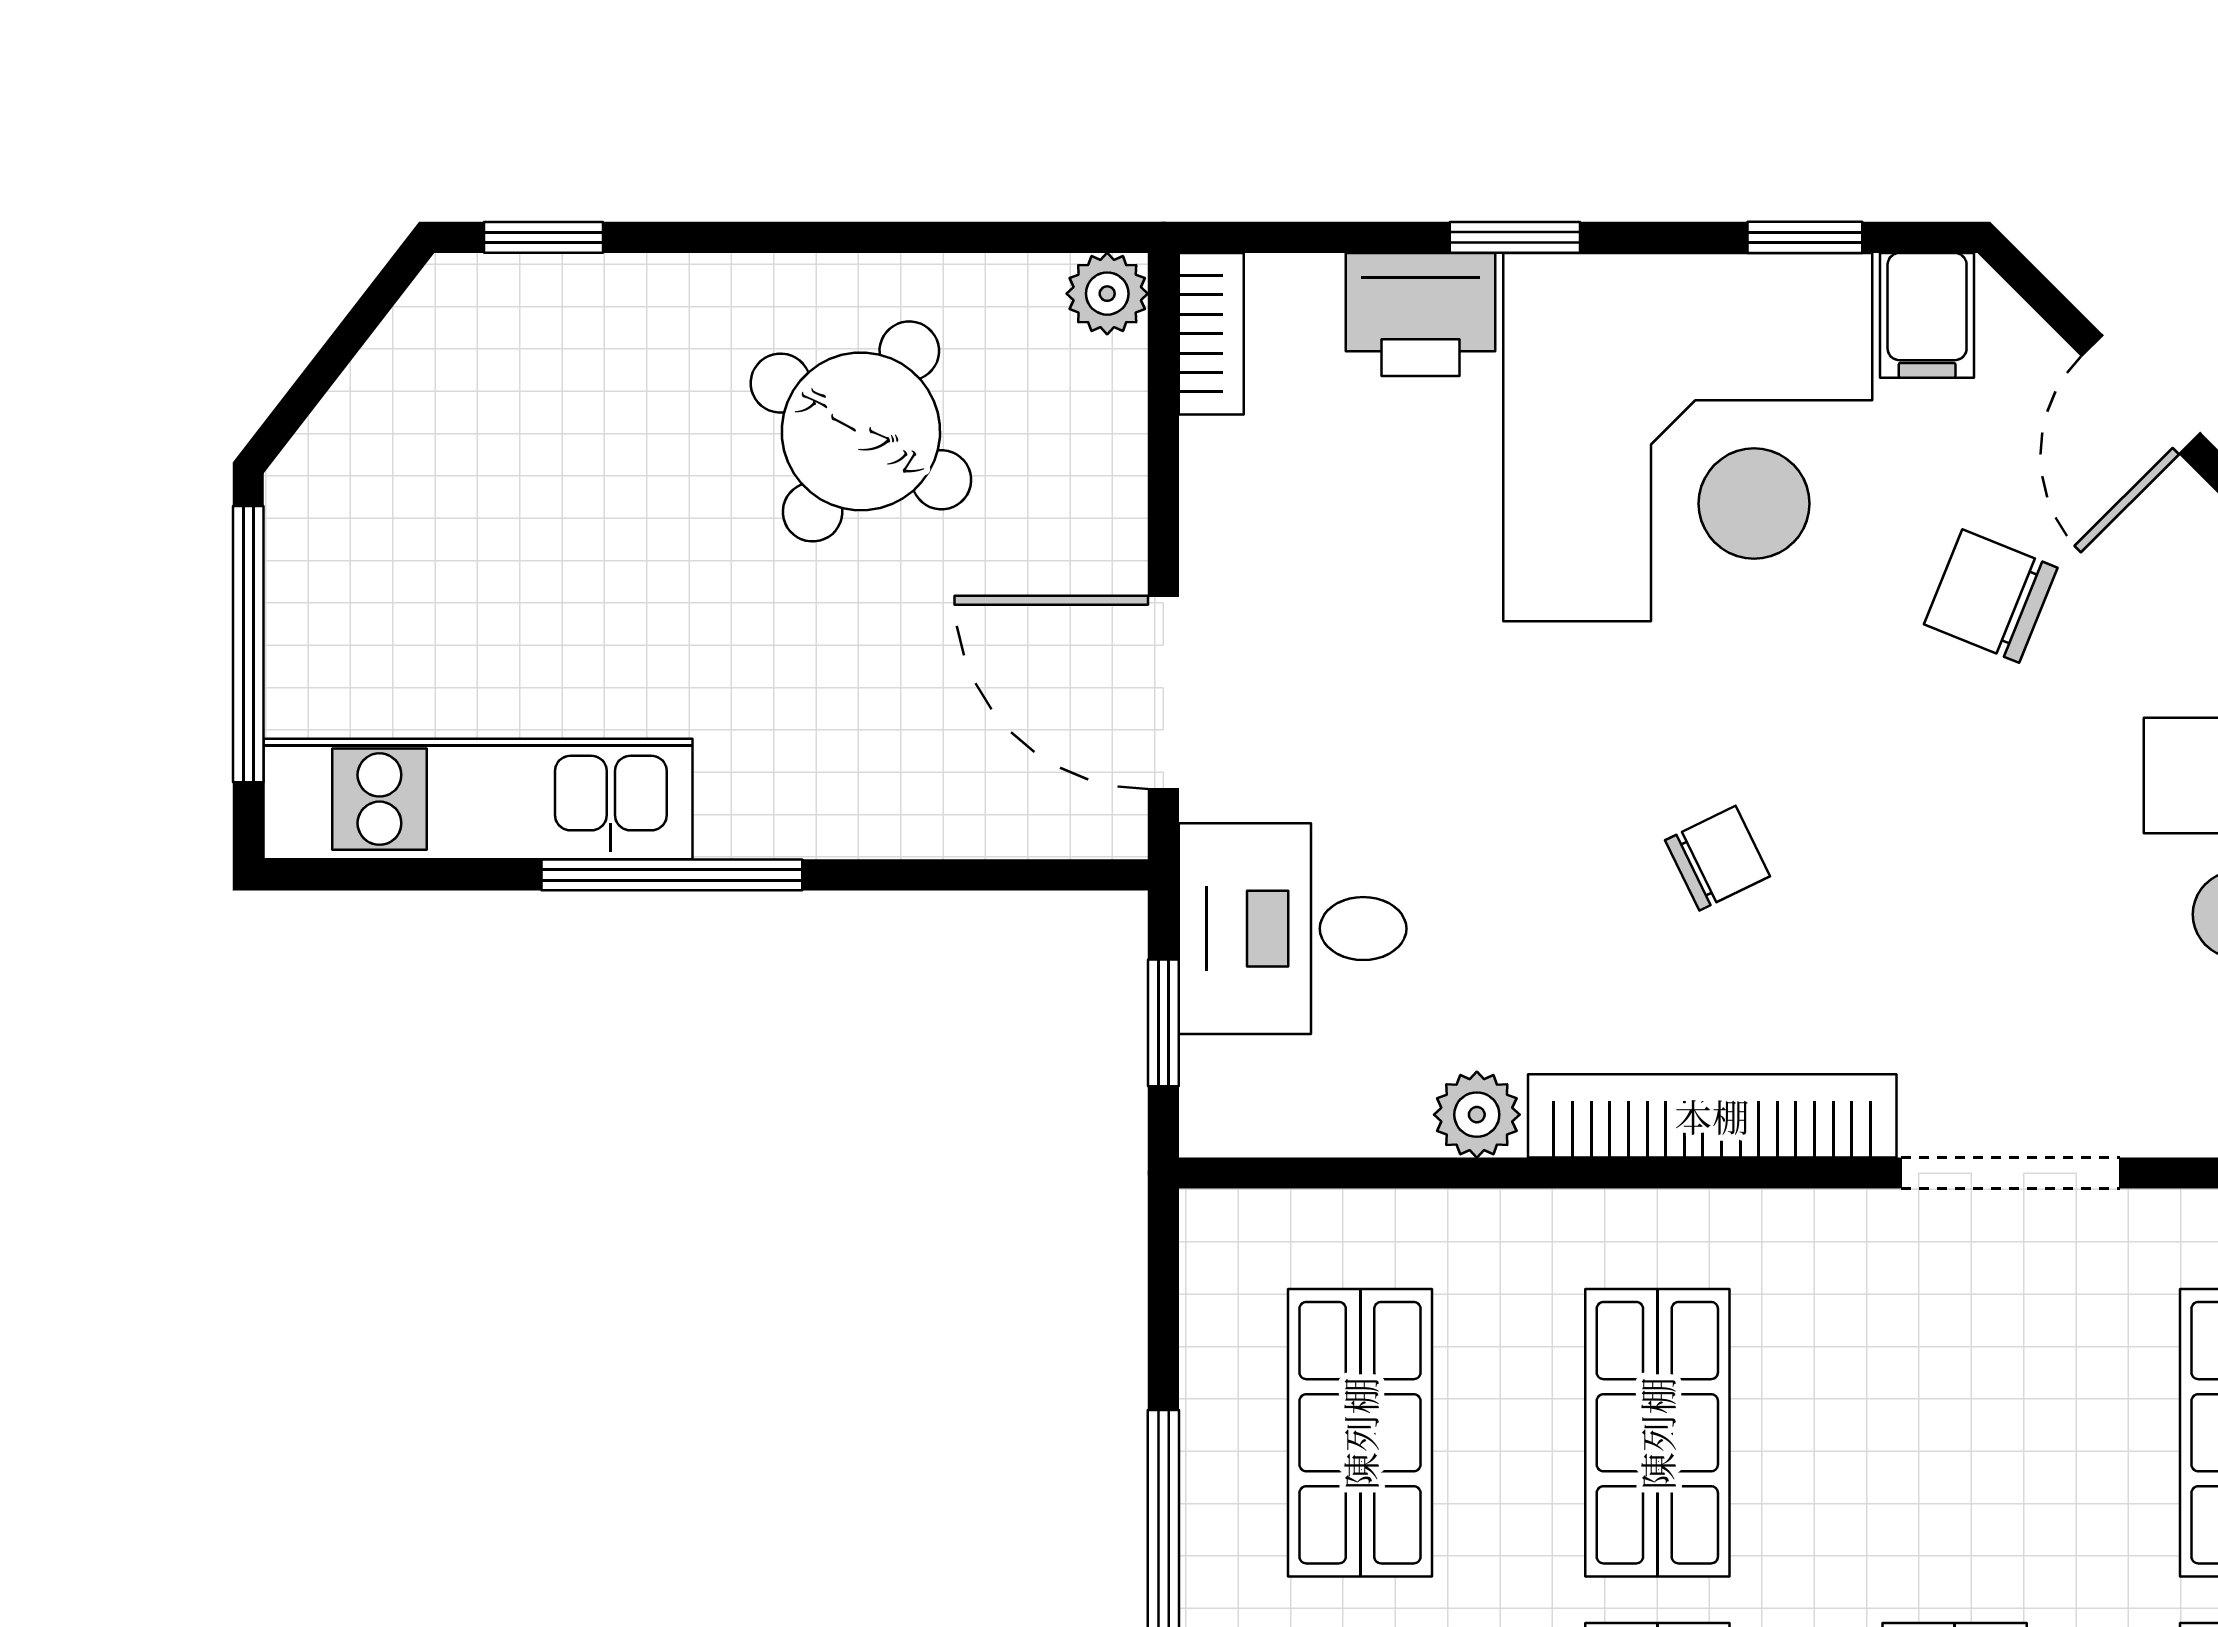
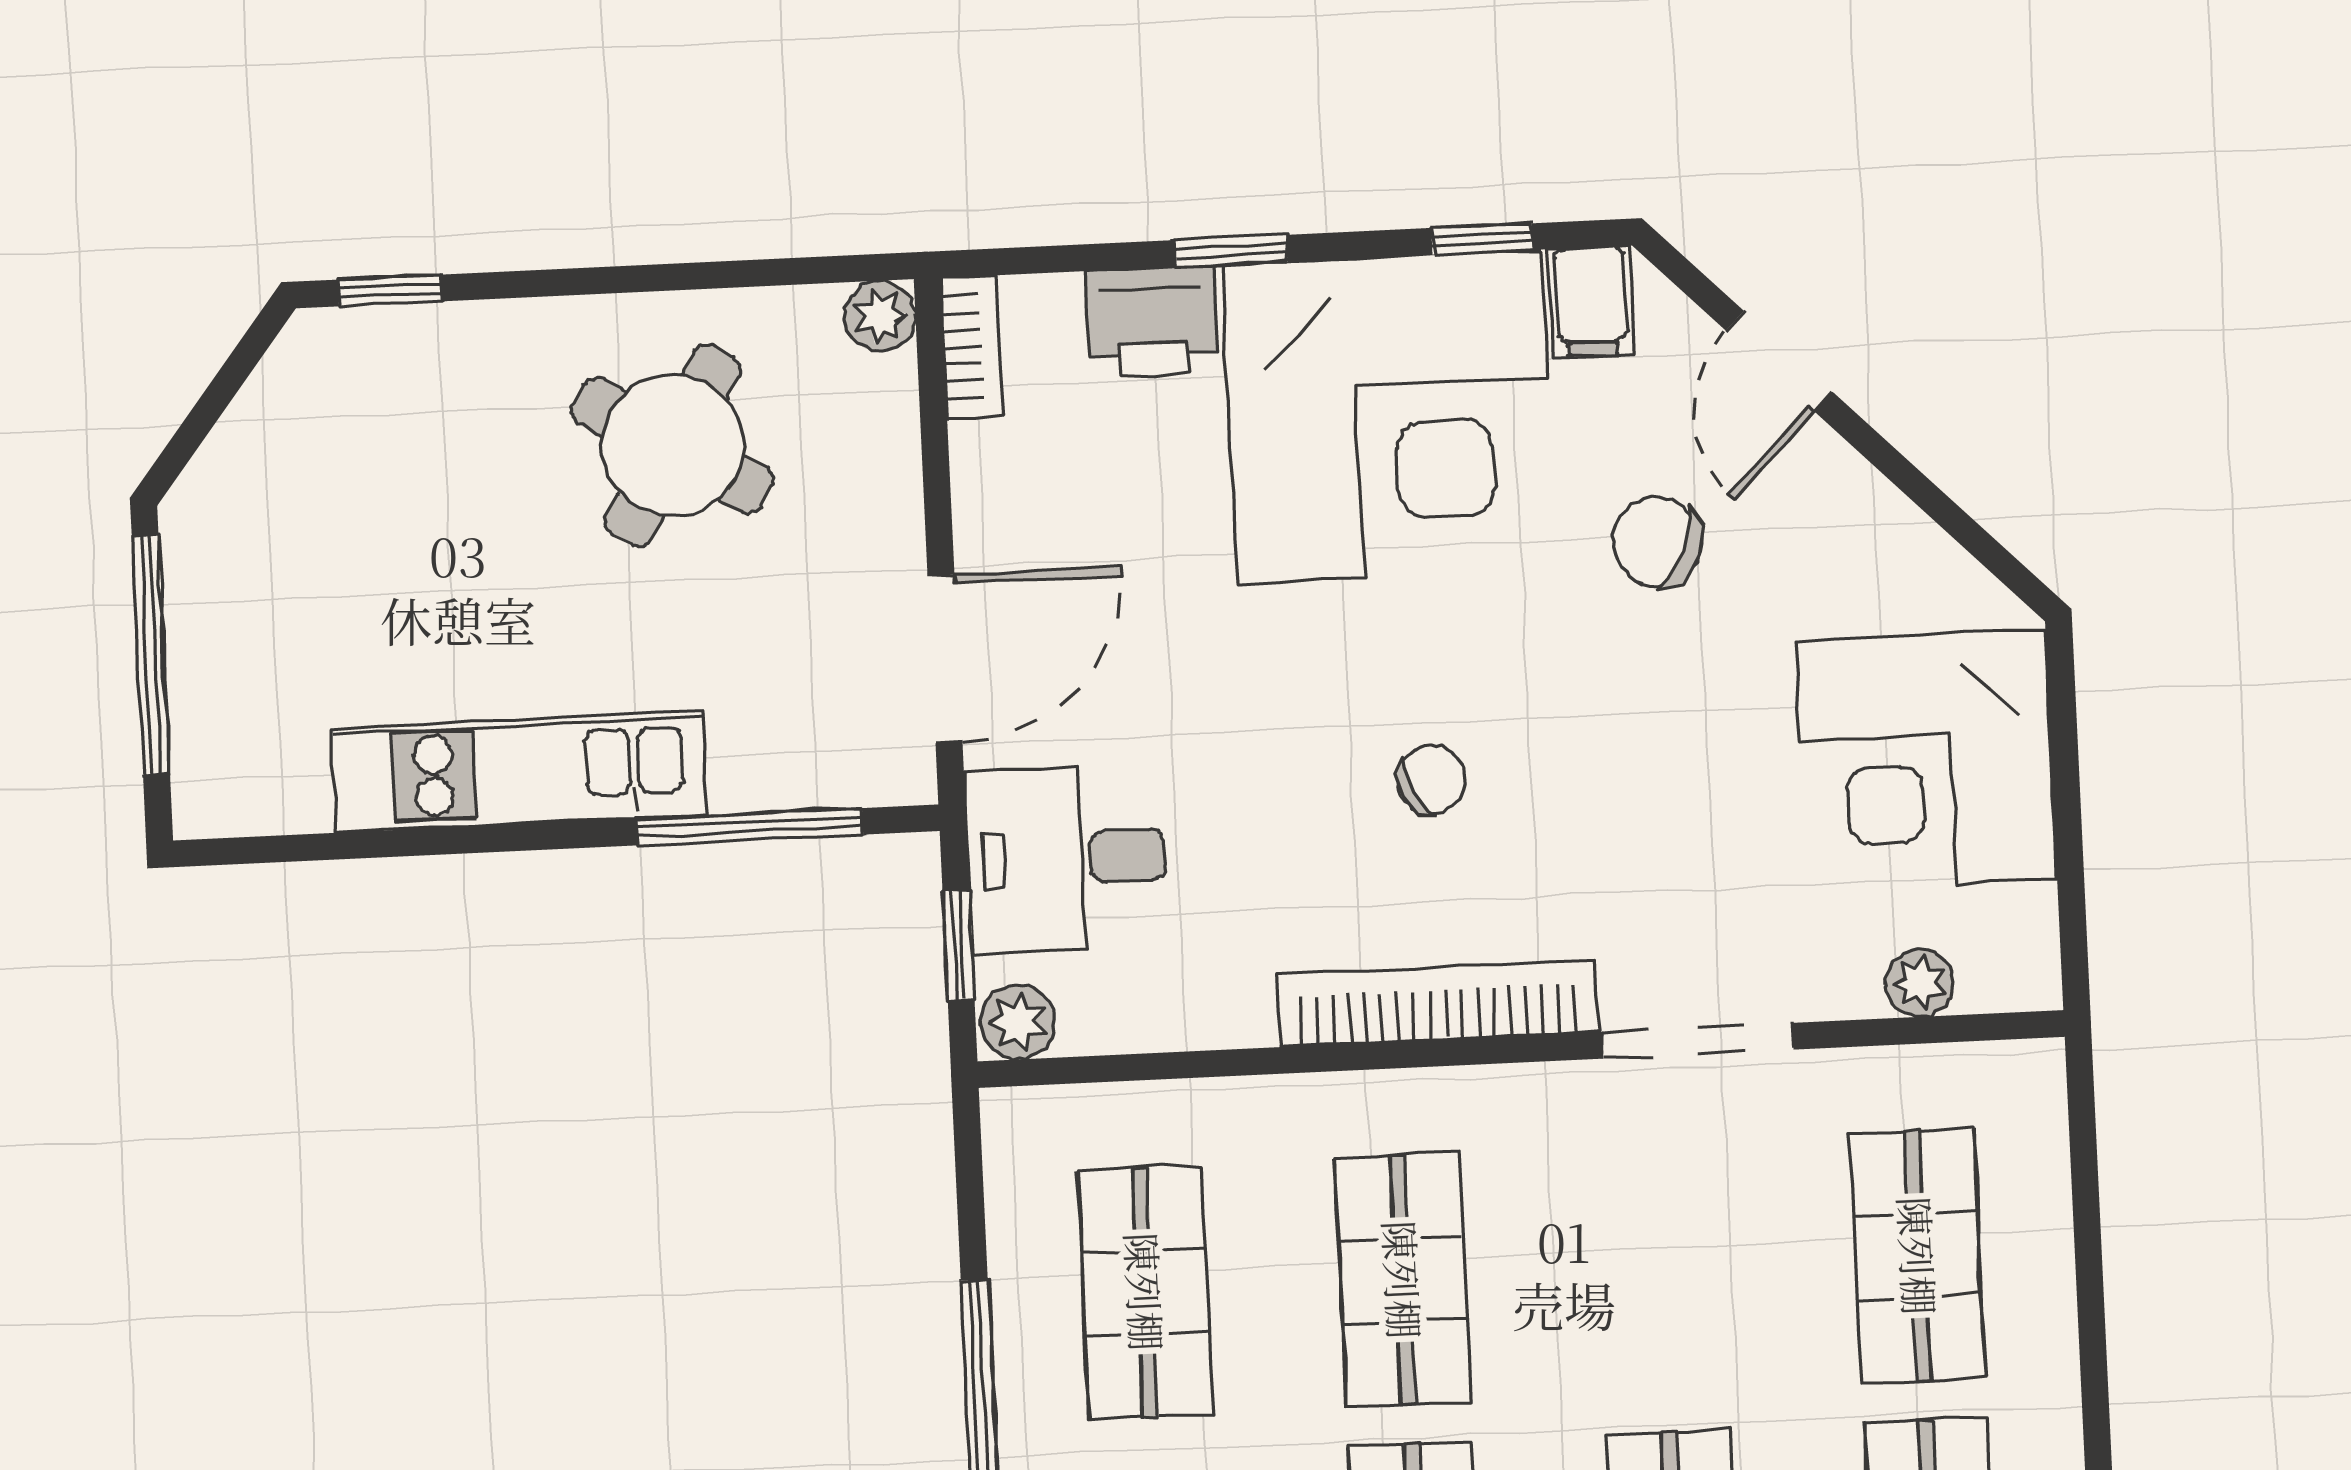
door: (1163, 692) -> (945, 659), swing flipped
kitchen unit: (478, 799) -> (519, 772), moved
window: (672, 875) -> (750, 827), moved
plant: (1477, 1115) -> (1018, 1022), moved

